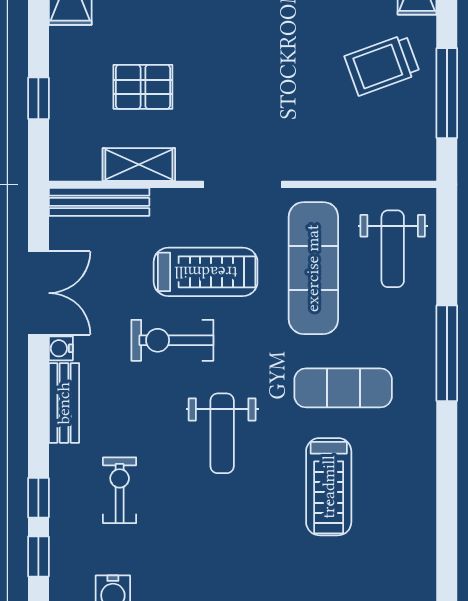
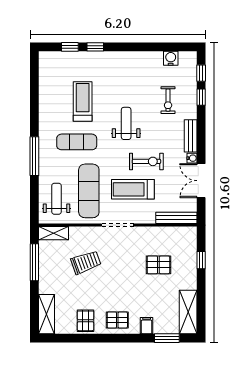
trolley: (382, 65) -> (86, 262), moved
shelving: (139, 165) -> (53, 233), moved

